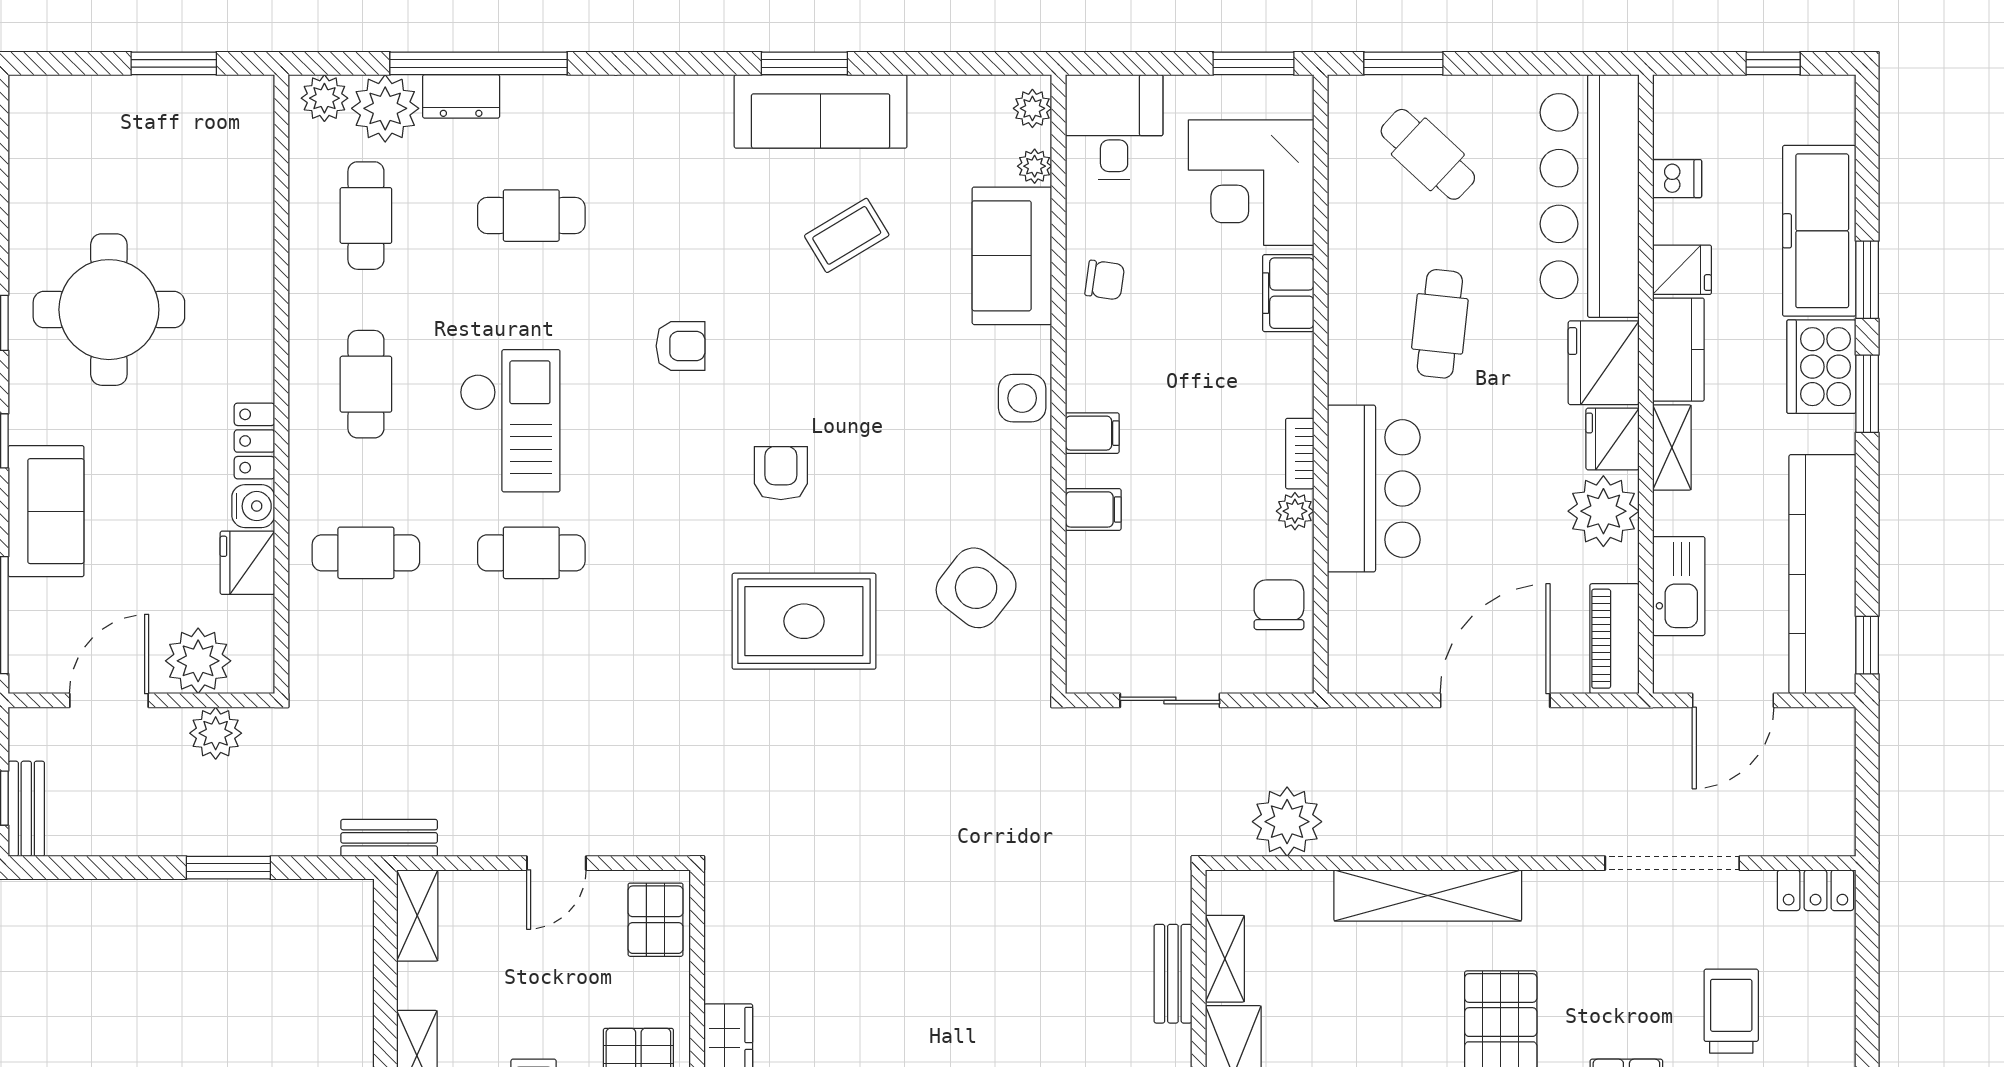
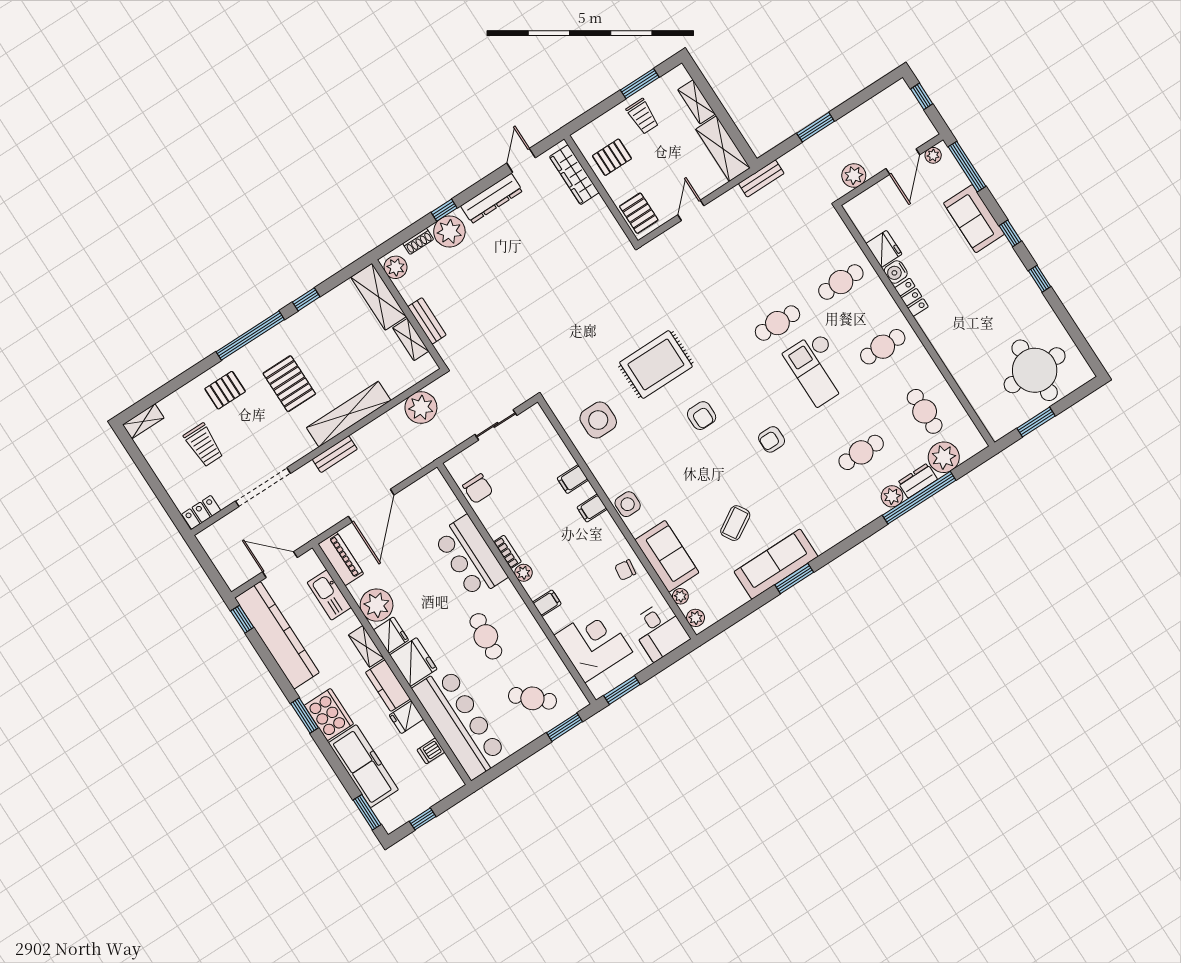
plant: (324, 98) -> (892, 496), moved
window: (1867, 280) -> (367, 812), moved
filing cabinet: (1288, 293) -> (547, 603), width x0.50
round table: (109, 310) -> (1035, 370), moved
cafe table: (366, 384) -> (883, 347), turned 90
plant: (1295, 511) -> (523, 573), moved
side table: (976, 588) -> (598, 420), turned -38
plant: (198, 661) -> (933, 155), moved, width x0.53, depth x0.53
door: (1733, 700) -> (280, 565), hinge flipped
bench: (26, 809) -> (335, 454), moved, turned 90
shelving: (417, 916) -> (723, 149), width x1.50, depth x1.33

